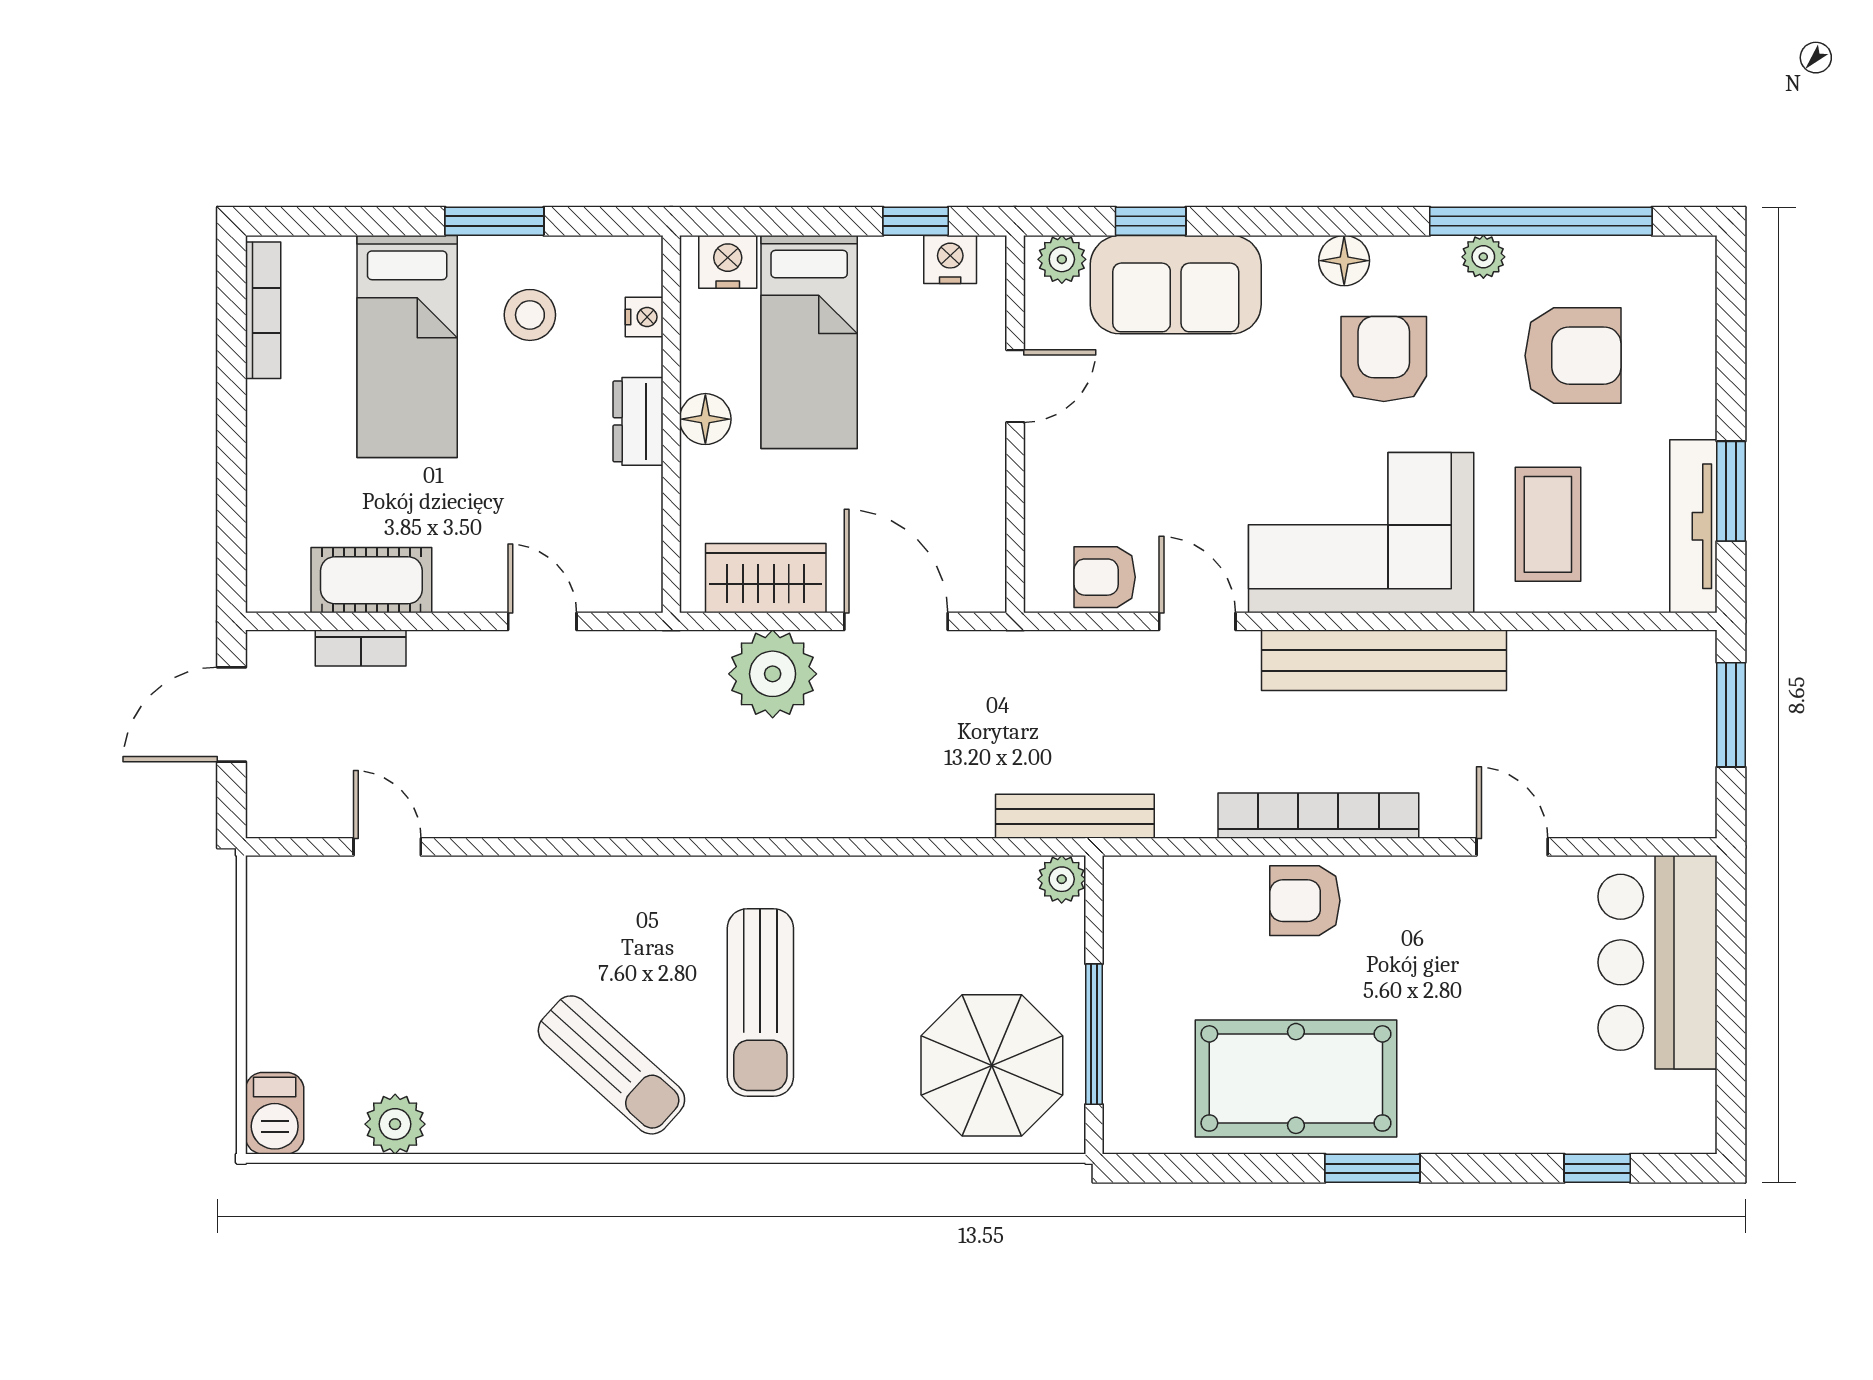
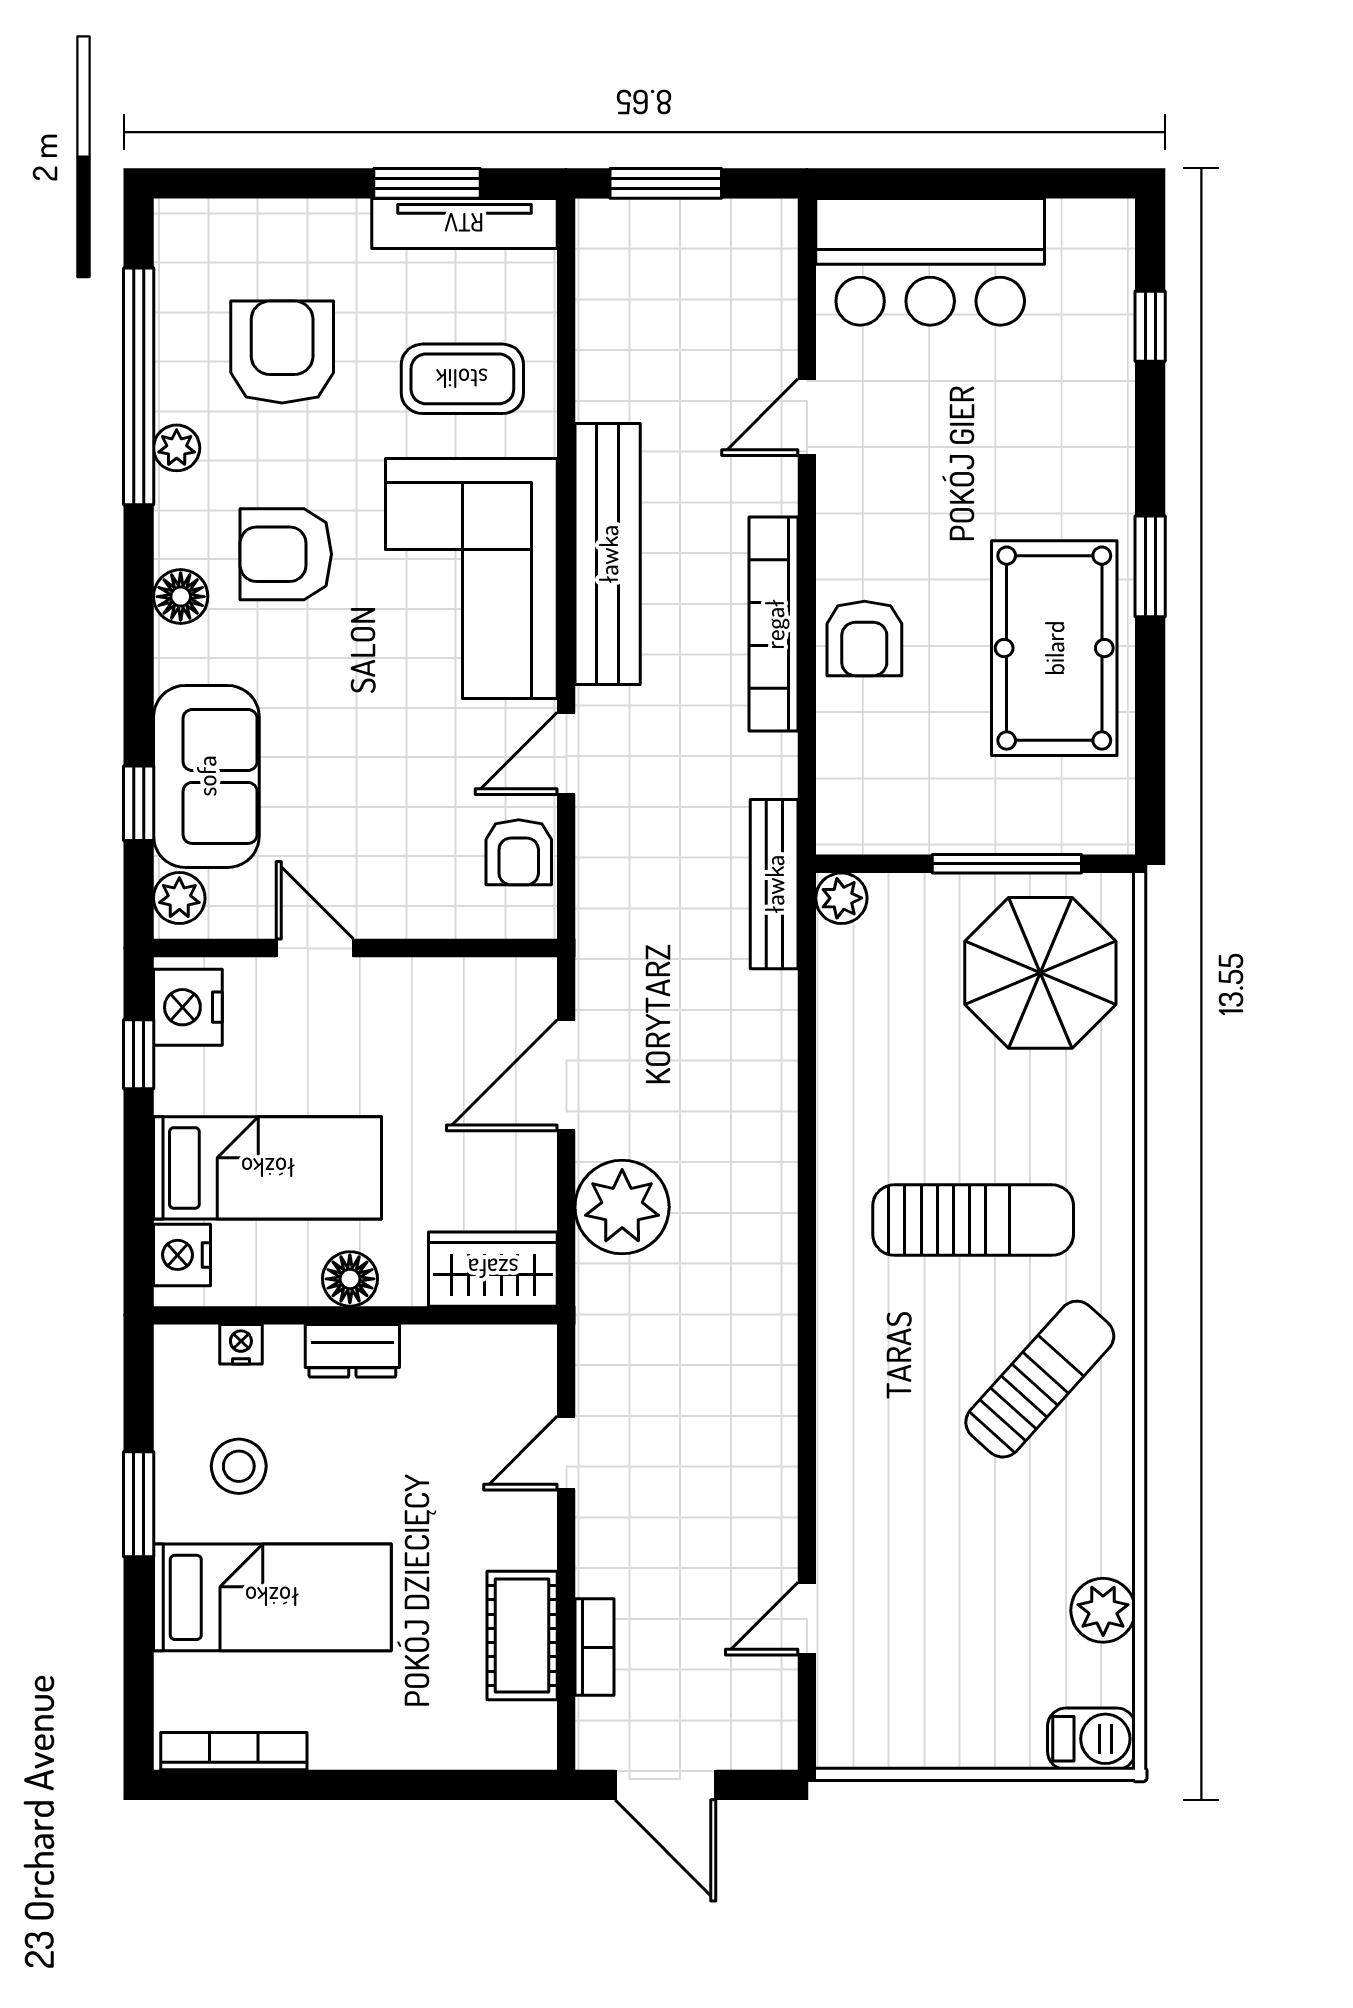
nightstand: (950, 259) -> (188, 1007), width x1.36, depth x1.33
wardrobe: (766, 578) -> (493, 1269), moved, turned 90

